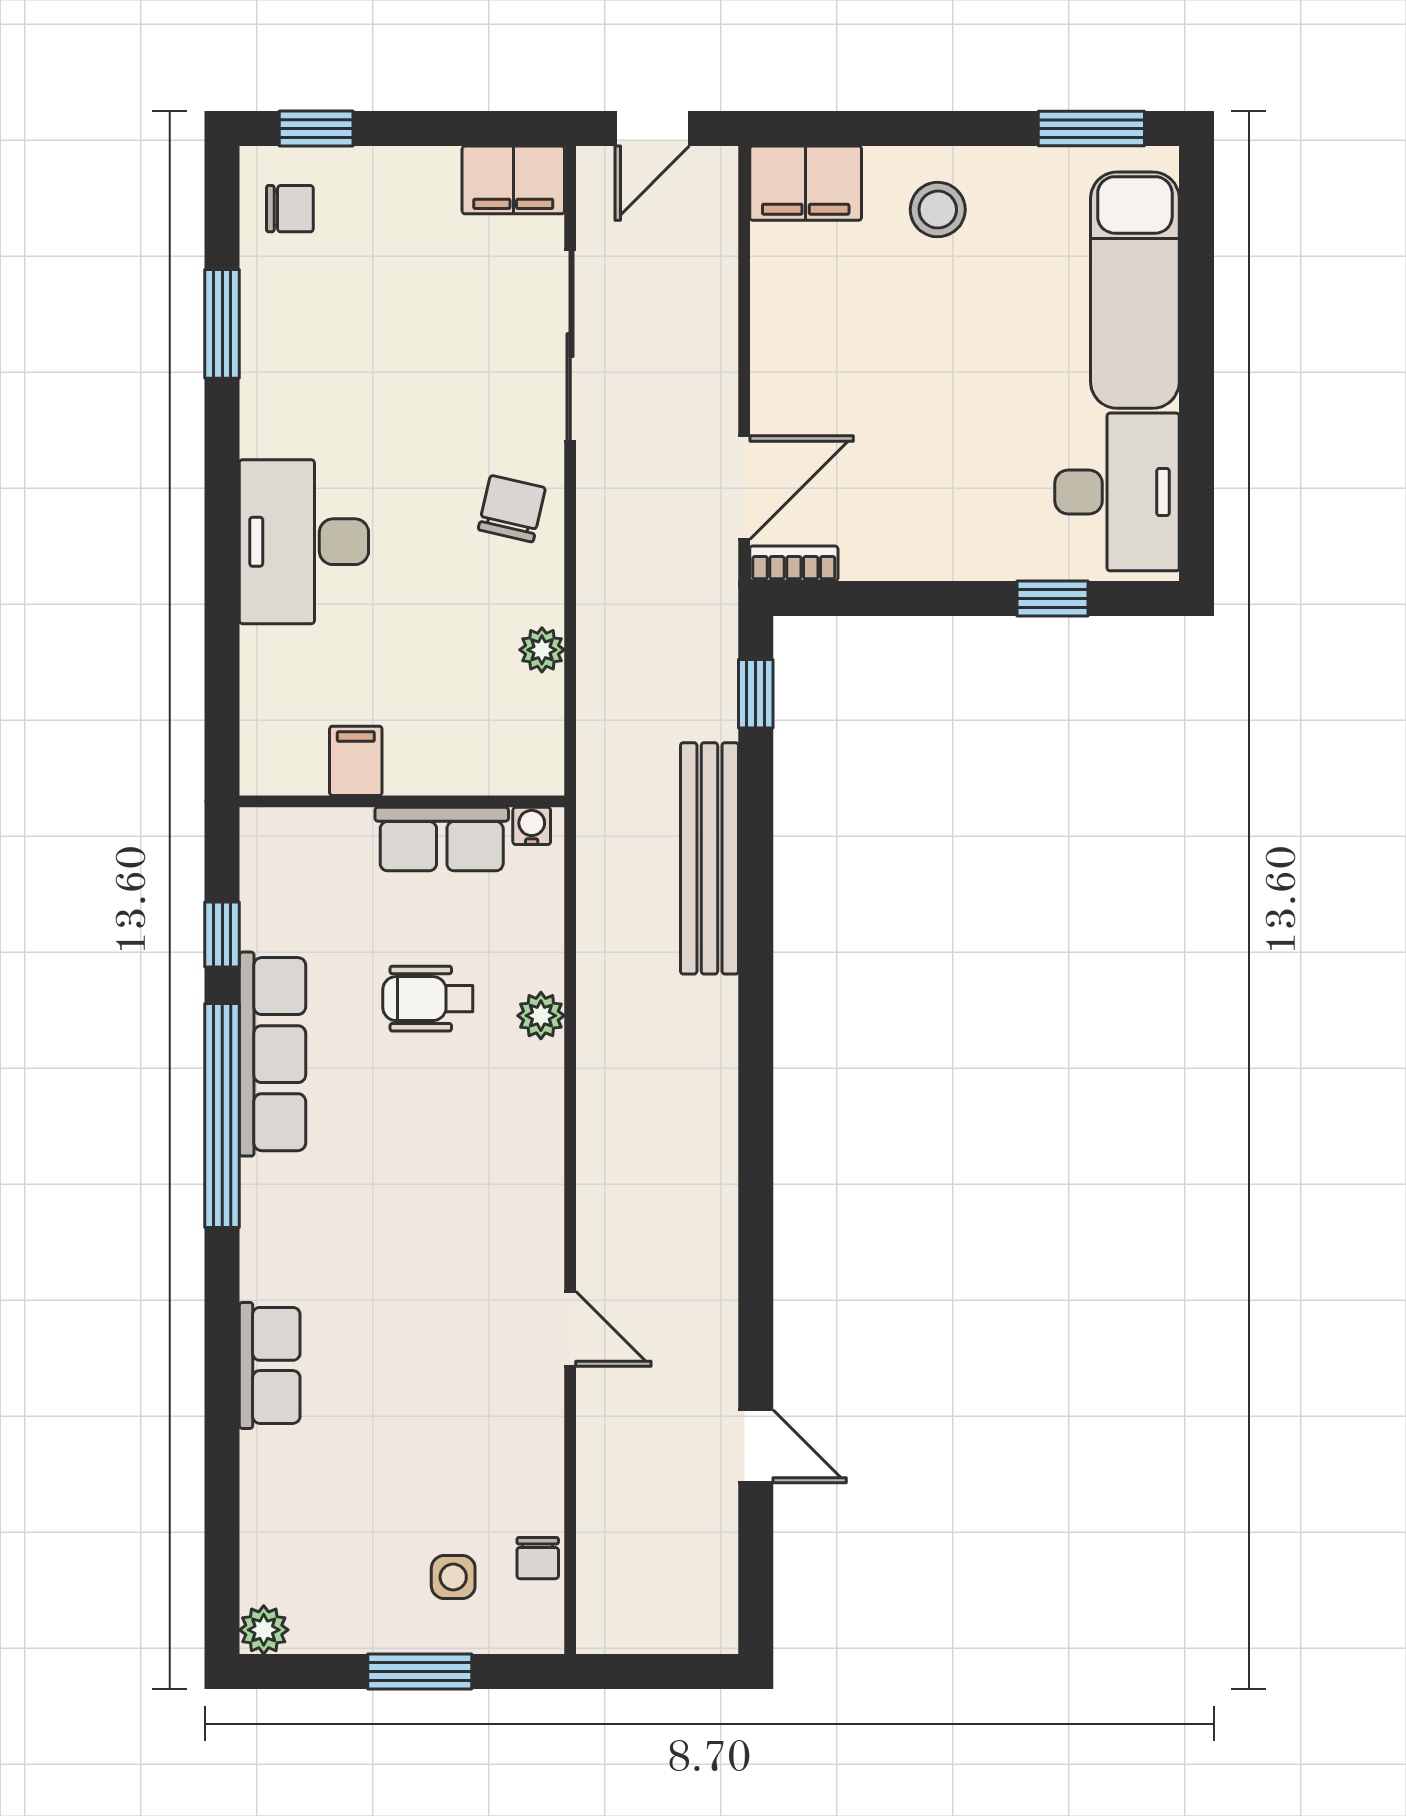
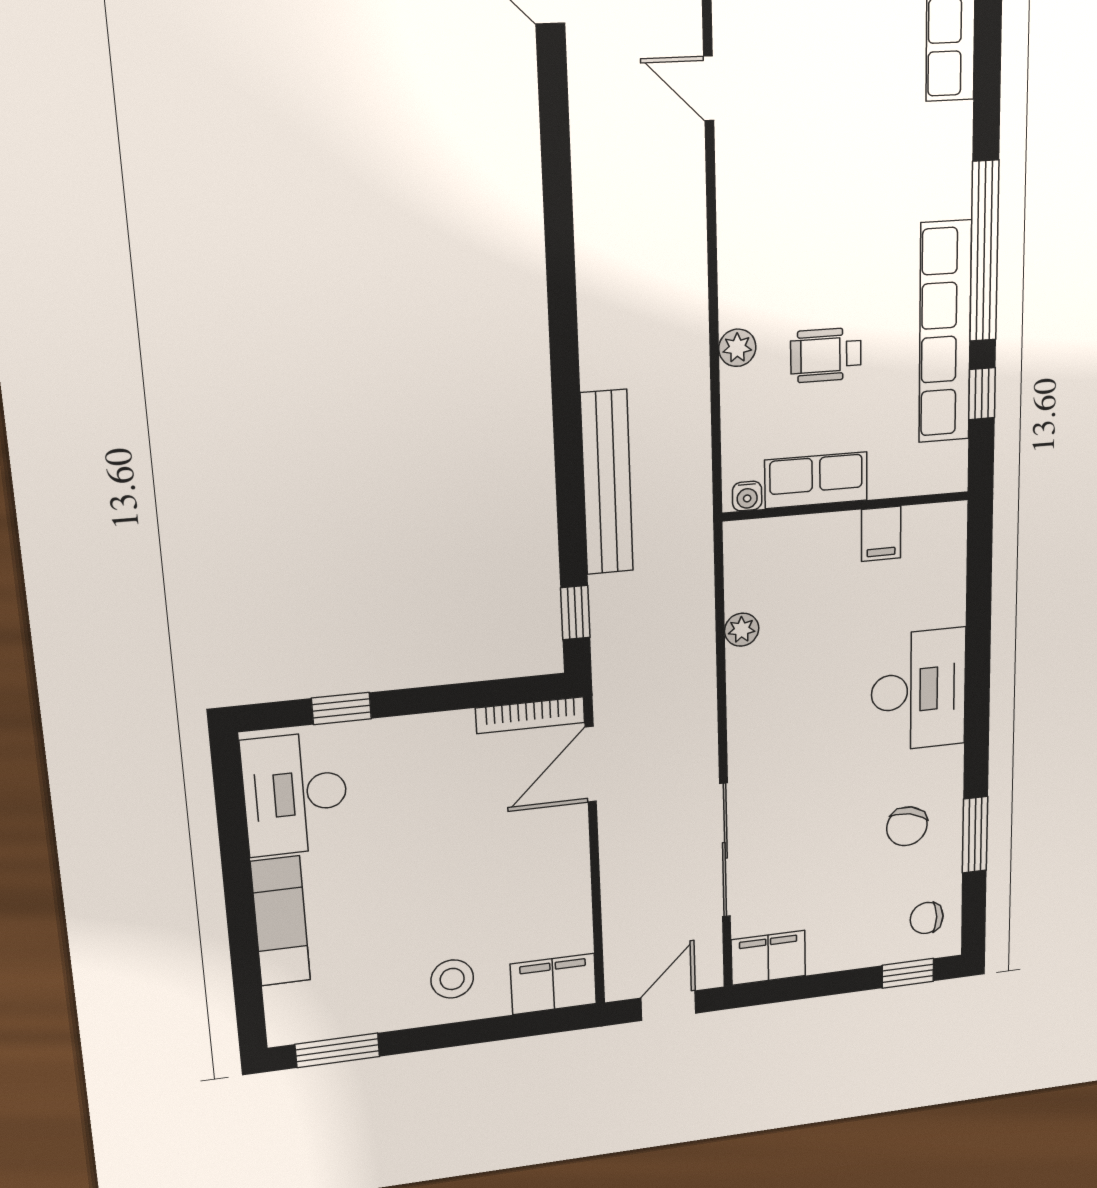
exam couch: (1135, 290) -> (280, 921), width x0.73, depth x0.69
chair: (512, 509) -> (907, 826), moved
bookcase: (794, 563) -> (530, 715), width x1.56
wheelchair: (428, 999) -> (826, 355), turned 180
row of seats: (272, 1054) -> (945, 332), width x1.36

